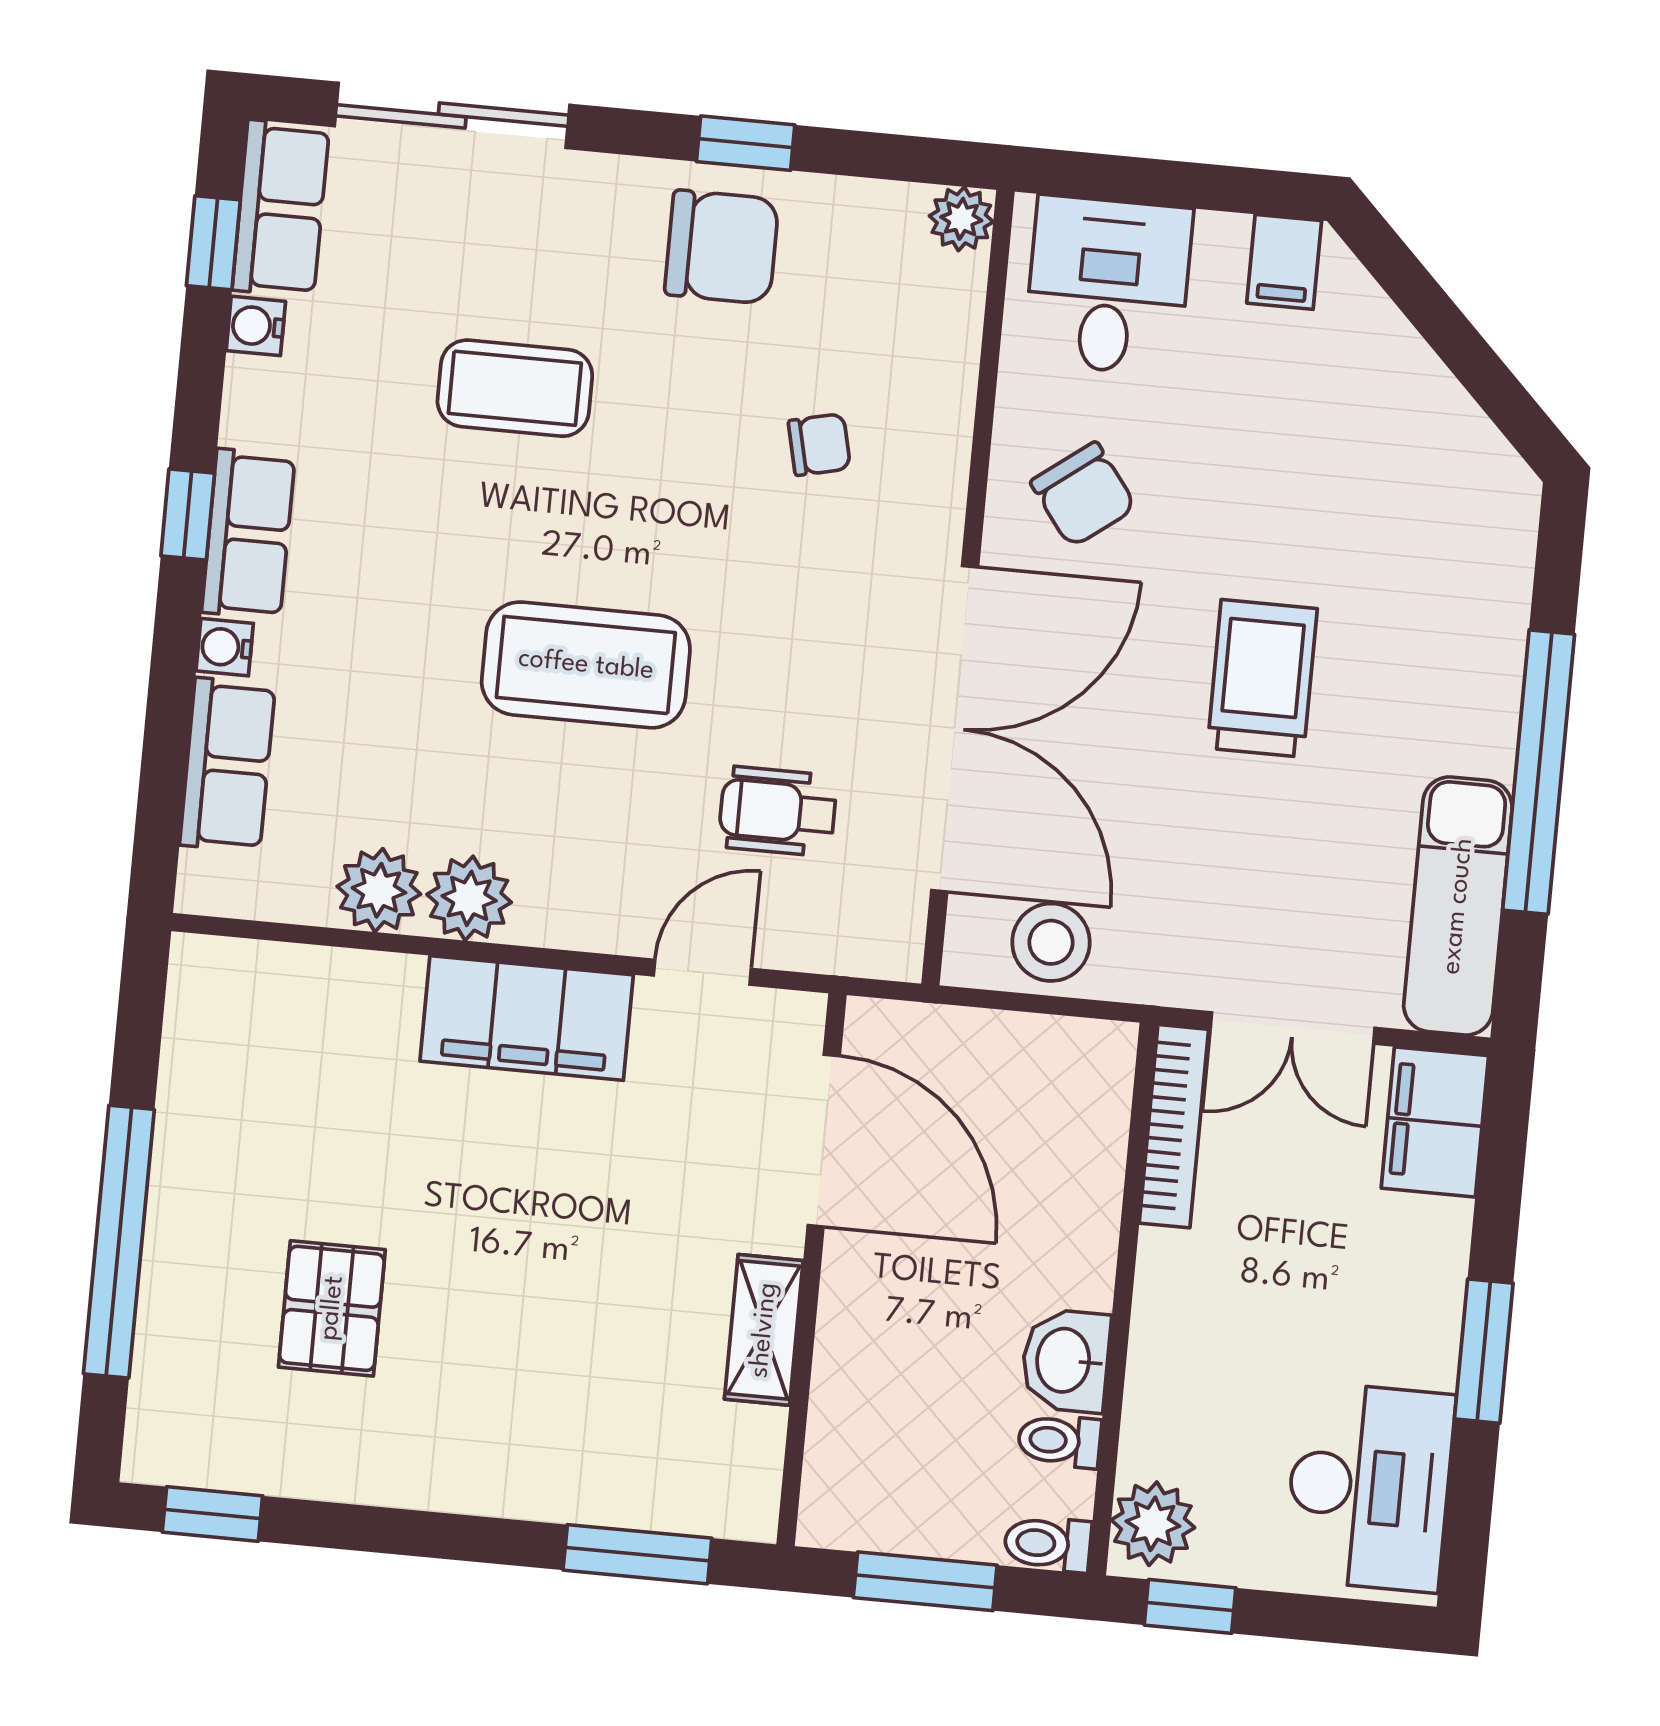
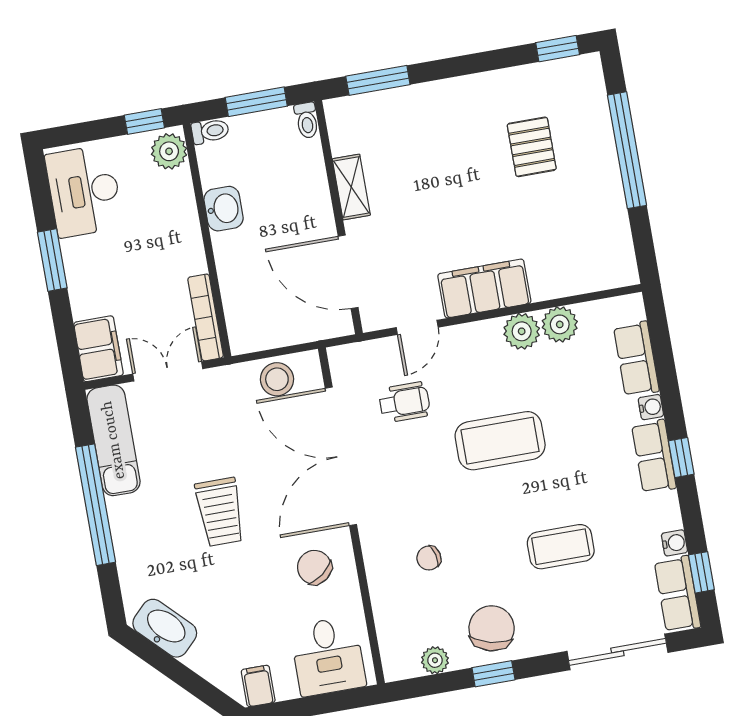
plant: (961, 219) -> (435, 660), moved
chair: (722, 247) -> (492, 628), turned 104
washbasin: (1459, 450) -> (165, 628), added
toilet: (1059, 1441) -> (307, 120), moved, turned 90

